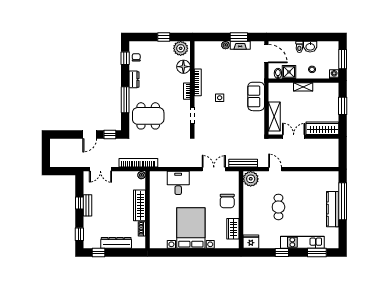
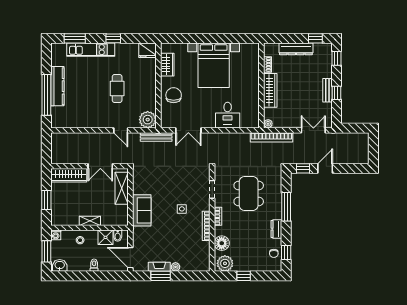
washbasin: (310, 47) -> (60, 265), moved
dining table: (148, 116) -> (249, 194), moved, turned 90

